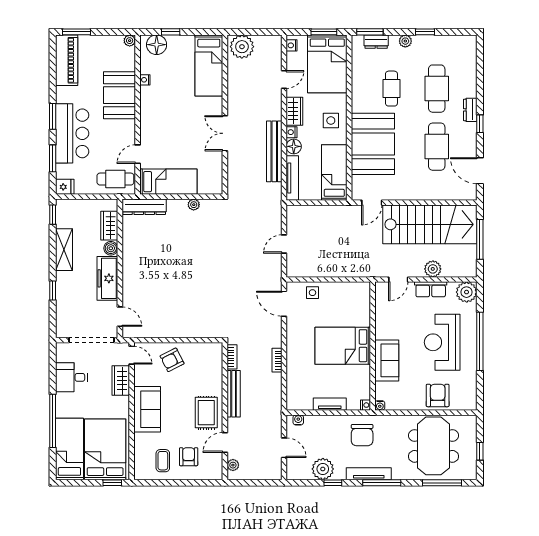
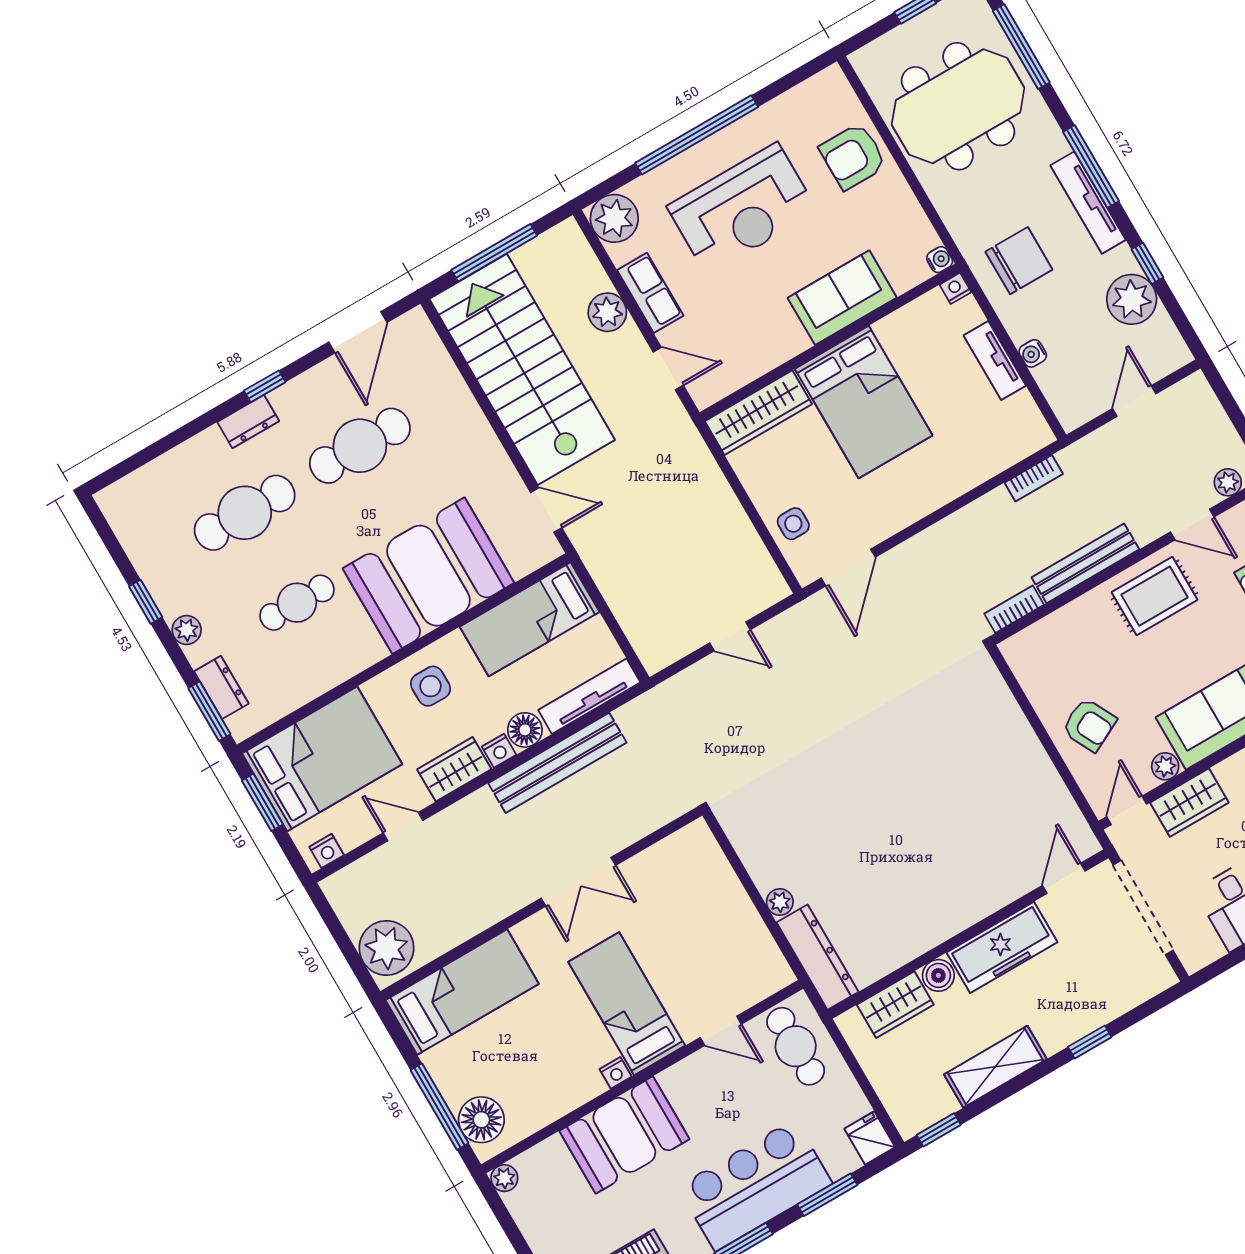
window: (171, 32) -> (440, 1107), width x2.17
nightstand: (145, 80) -> (616, 1073), moved
bed: (168, 182) -> (627, 1004), moved
plant: (194, 205) -> (780, 902), moved
wardrobe: (362, 304) -> (758, 413), added
bookcase: (277, 360) -> (1034, 478), moved
plant: (140, 379) -> (1165, 766), added
water cooler: (298, 420) -> (1033, 353), moved

